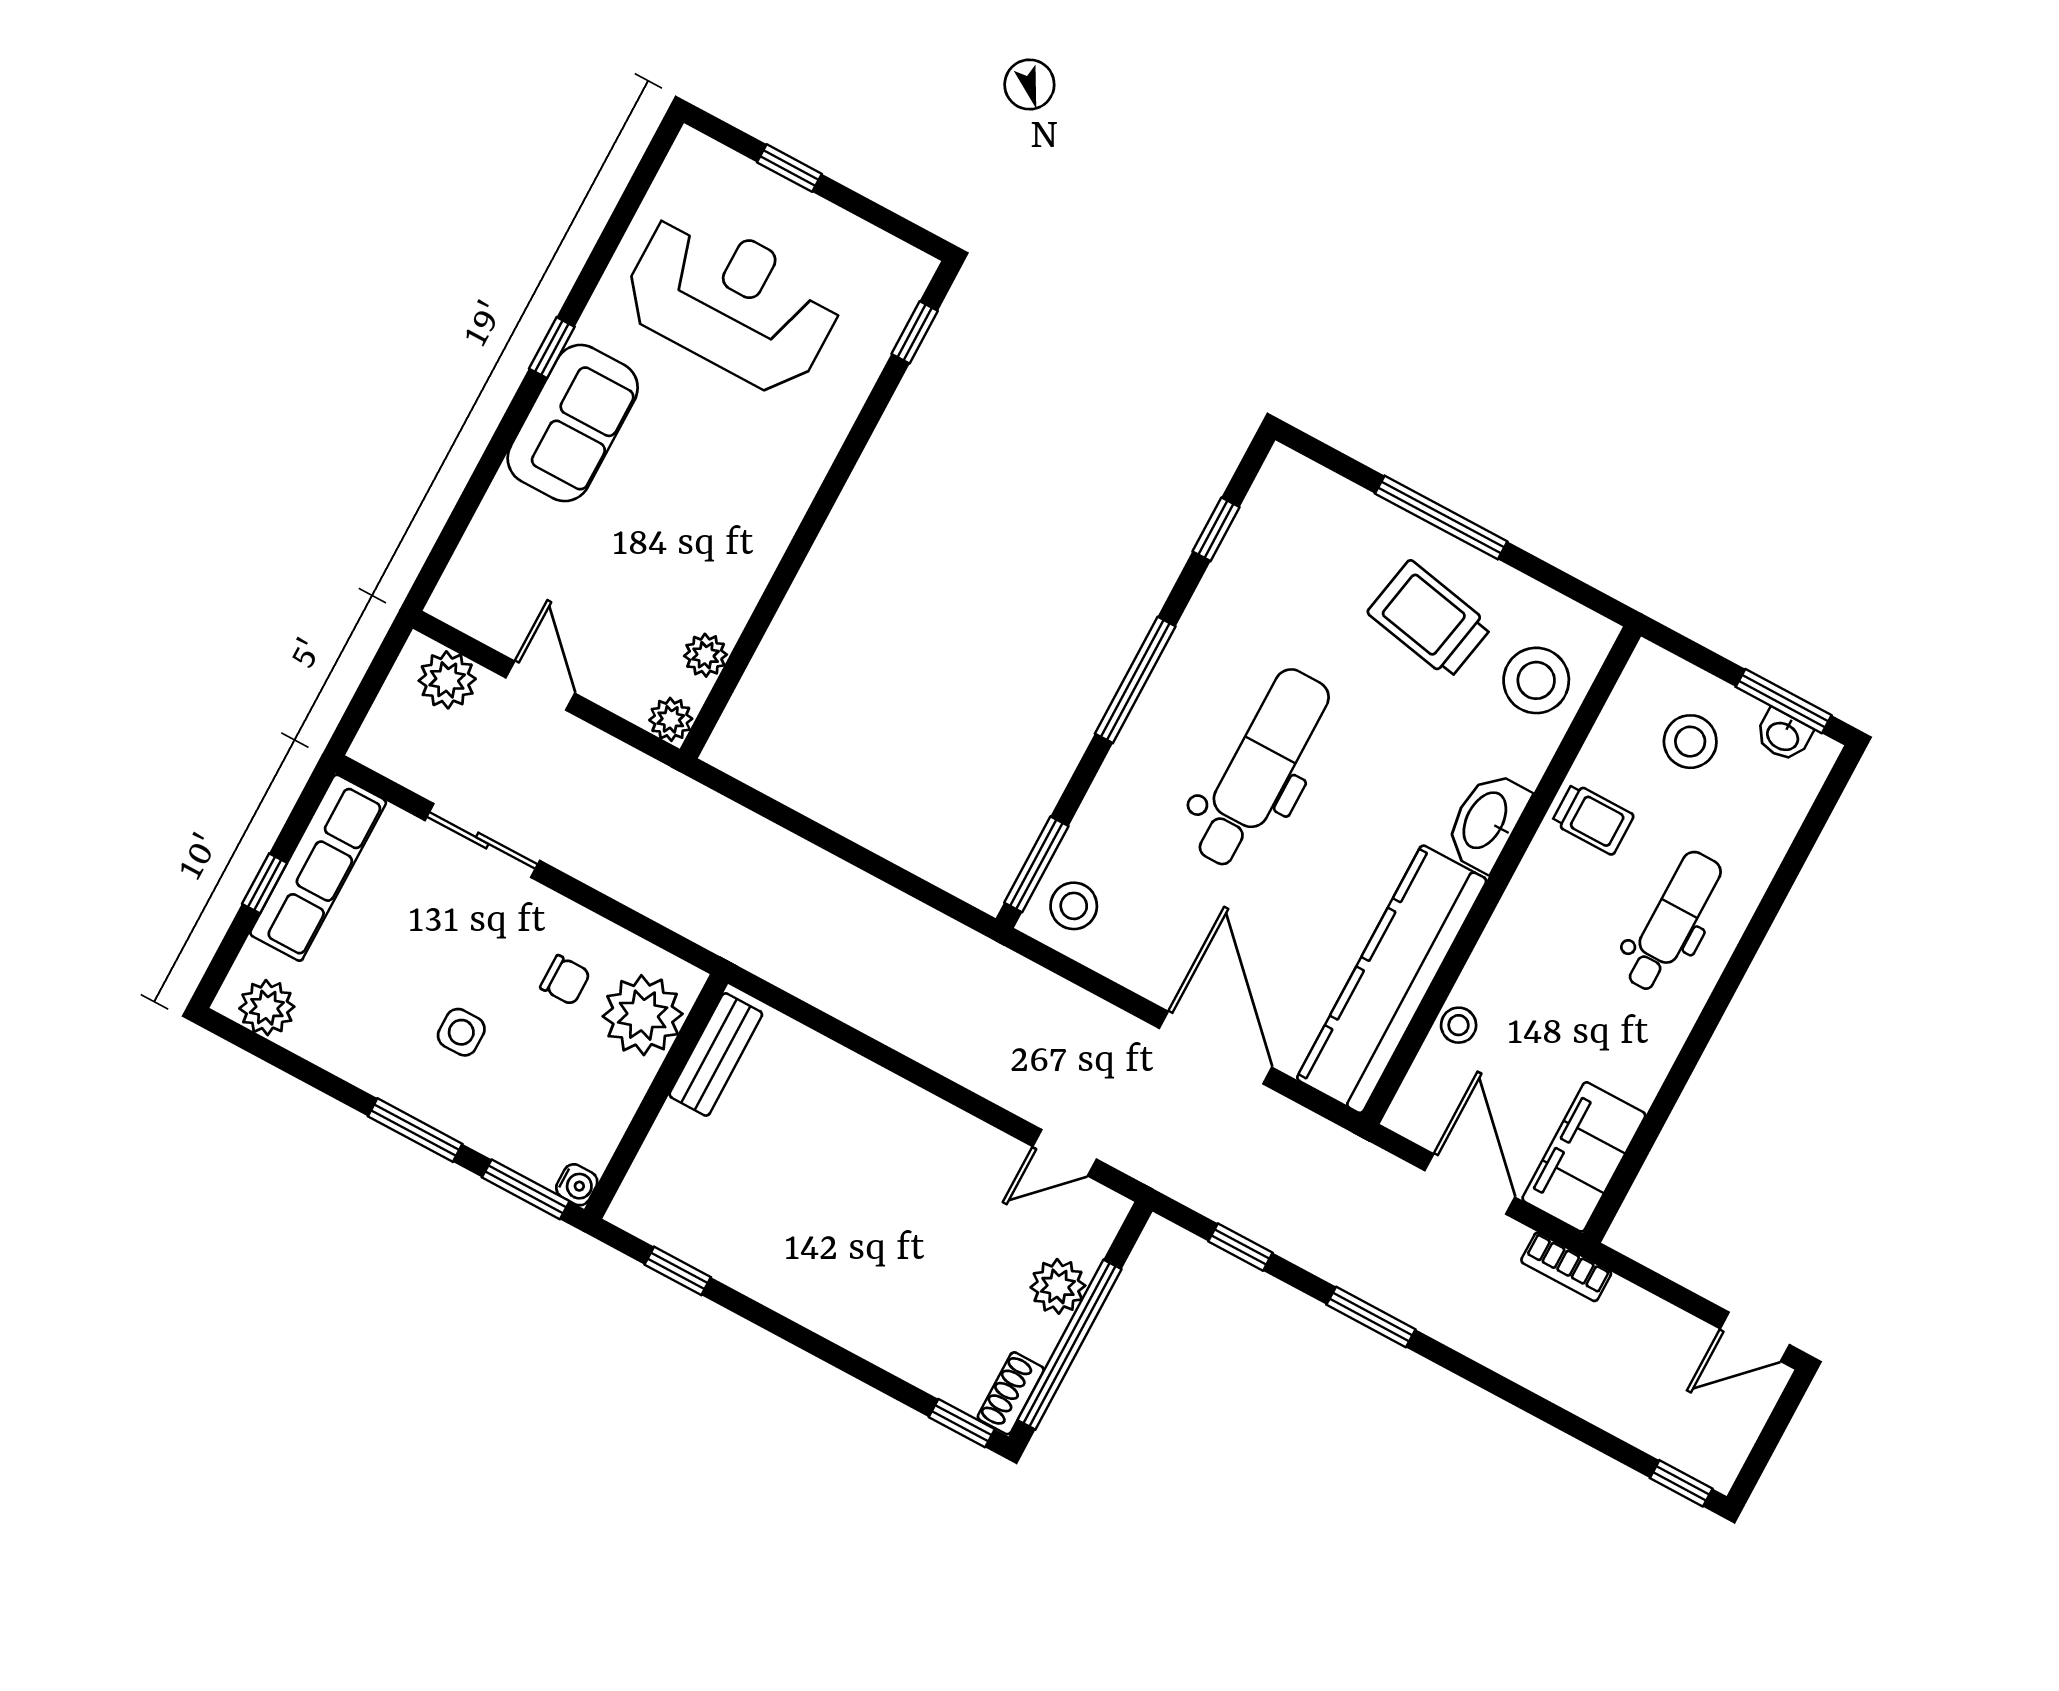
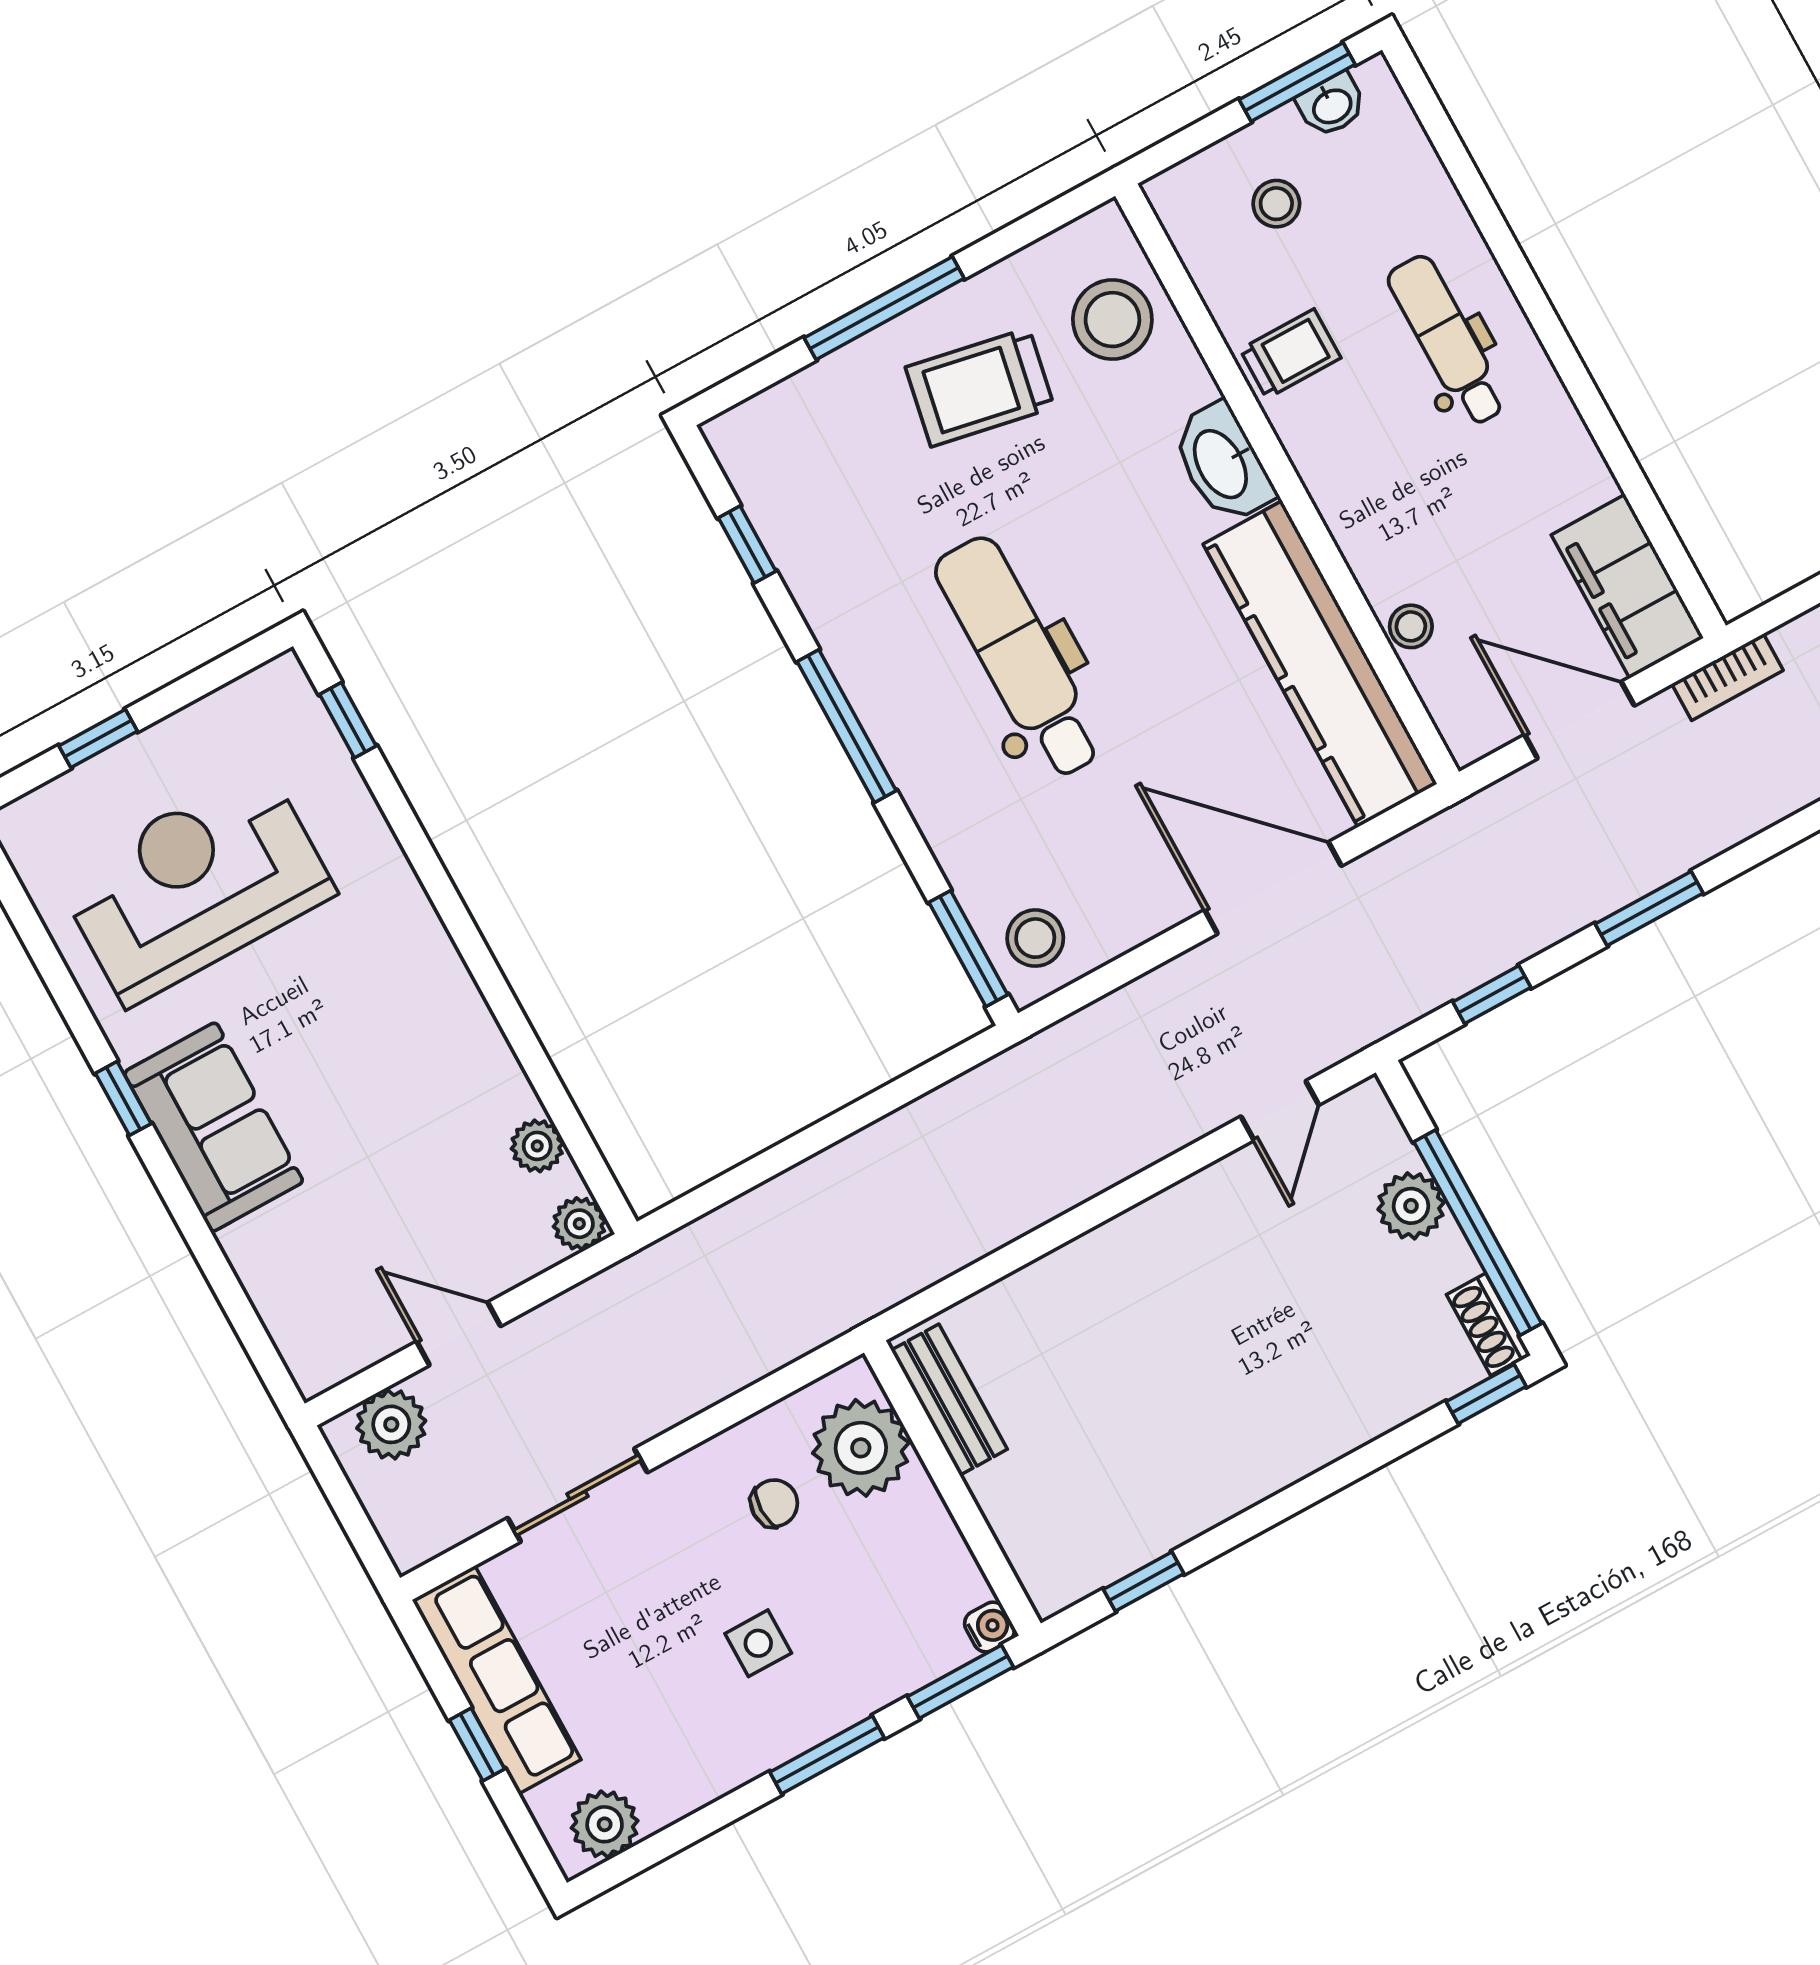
stool: (1690, 742) -> (1276, 204), width x0.73, depth x0.73

